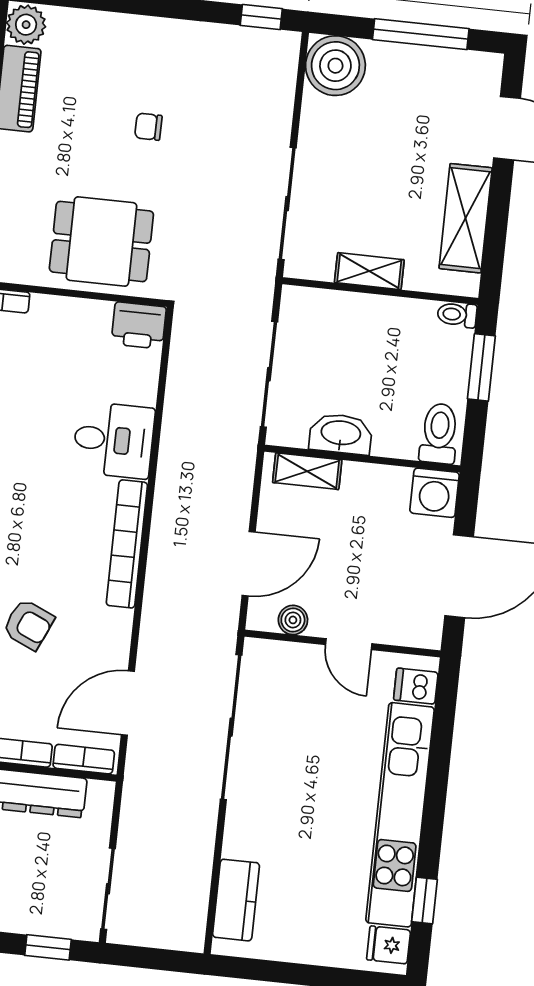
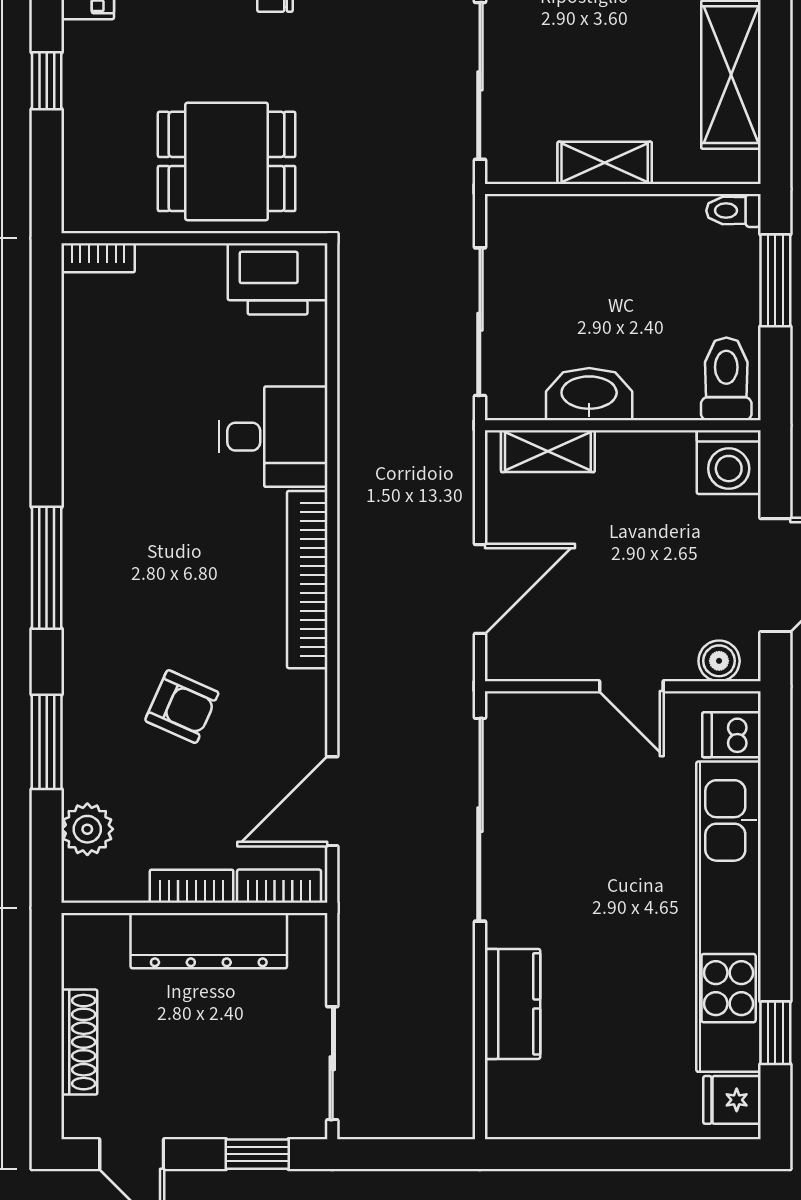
printer: (139, 325) -> (278, 279), width x1.37, depth x1.19
boiler: (293, 620) -> (719, 661), moved
kitchen counter: (236, 900) -> (512, 1004), moved

